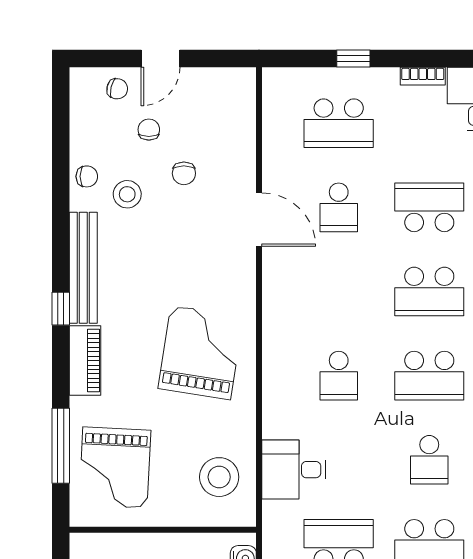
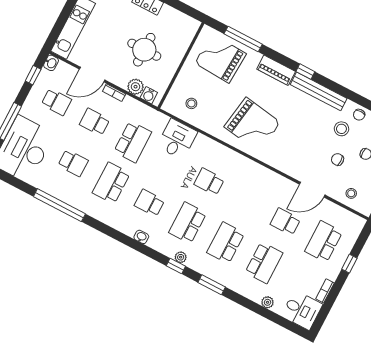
stool: (230, 119) -> (351, 193), added
door: (259, 220) -> (312, 190), moved
stool: (219, 477) -> (191, 103), width x0.53, depth x0.53

